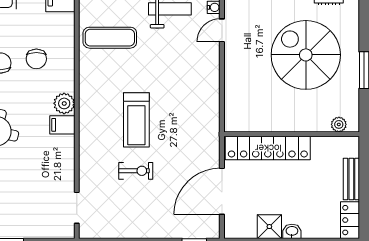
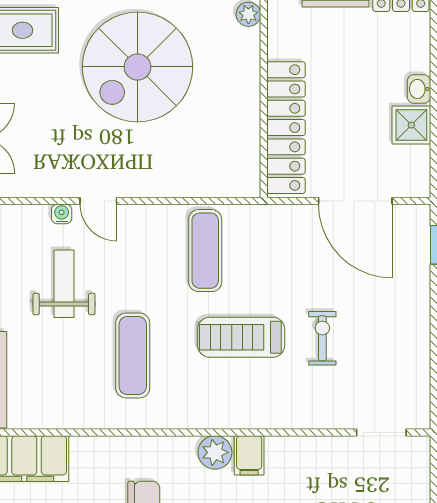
exercise mat: (110, 38) -> (133, 355), moved
exercise mat: (191, 97) -> (205, 251), added
treadmill: (136, 120) -> (241, 337), turned 180

